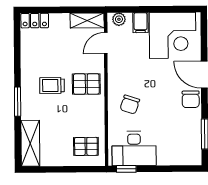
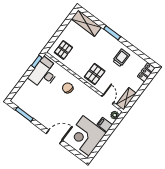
trolley: (52, 85) -> (121, 58), moved
chair: (191, 99) -> (47, 121), removed

